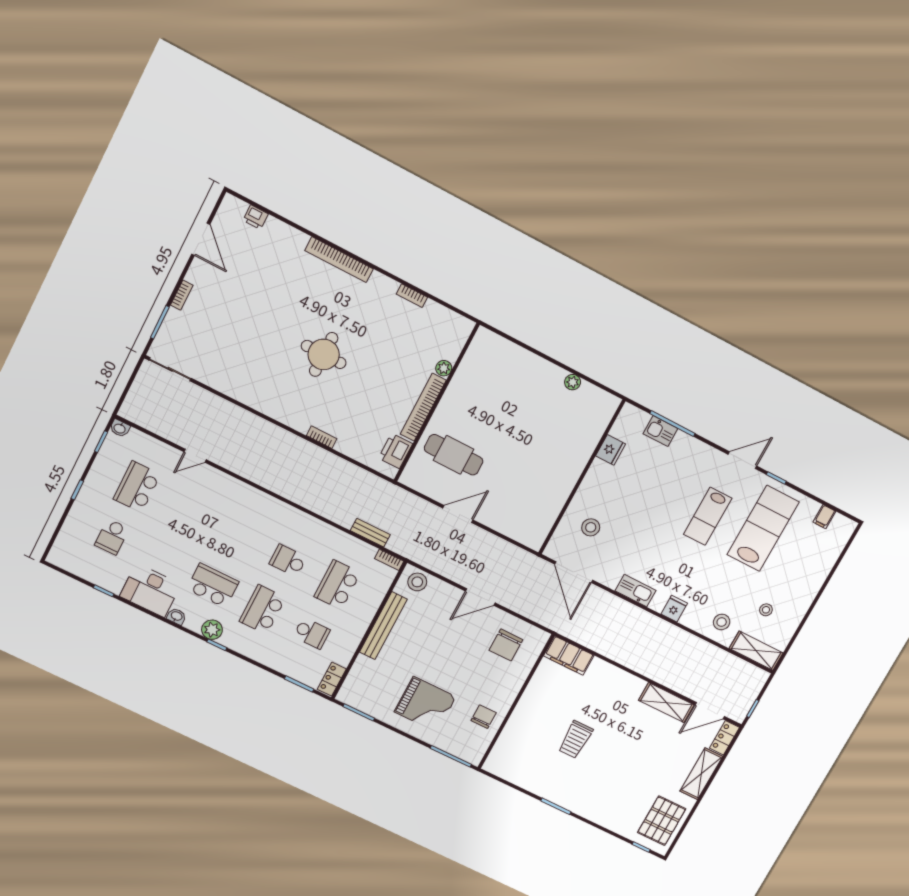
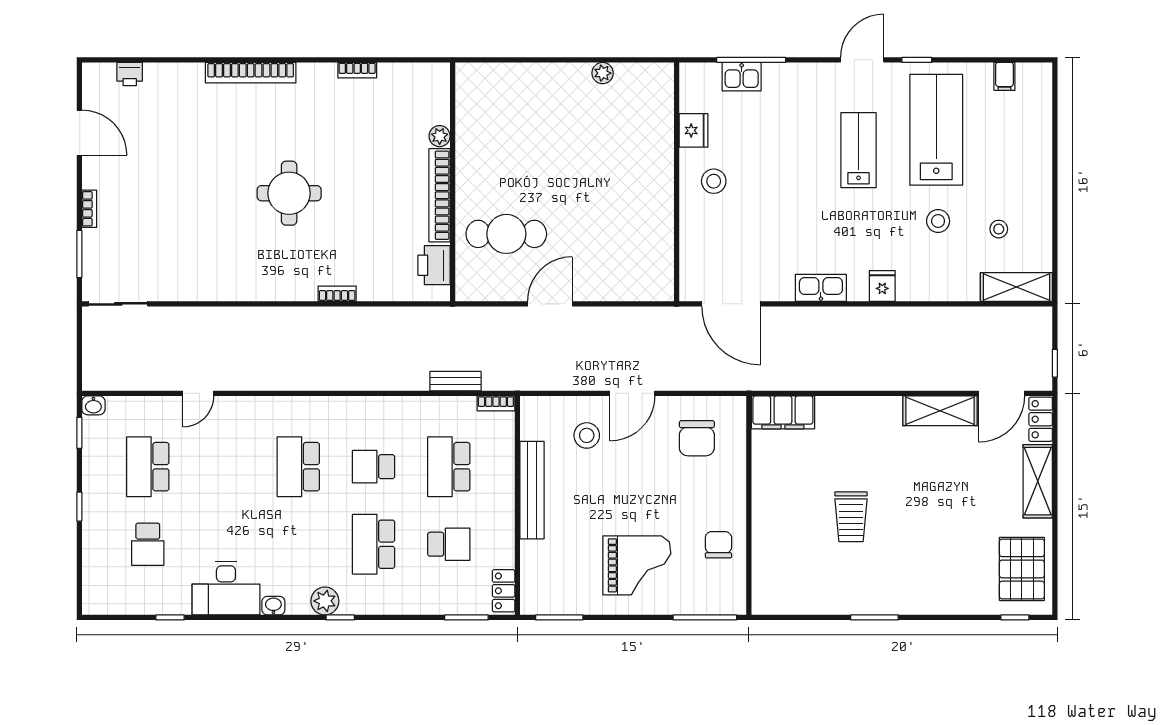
lab bench: (708, 516) -> (859, 150), turned 180
stool: (591, 527) -> (714, 181), moved
stool: (417, 582) -> (587, 435), moved
school desk: (213, 585) -> (298, 467), moved, turned -90
stool: (722, 622) -> (938, 221), moved

